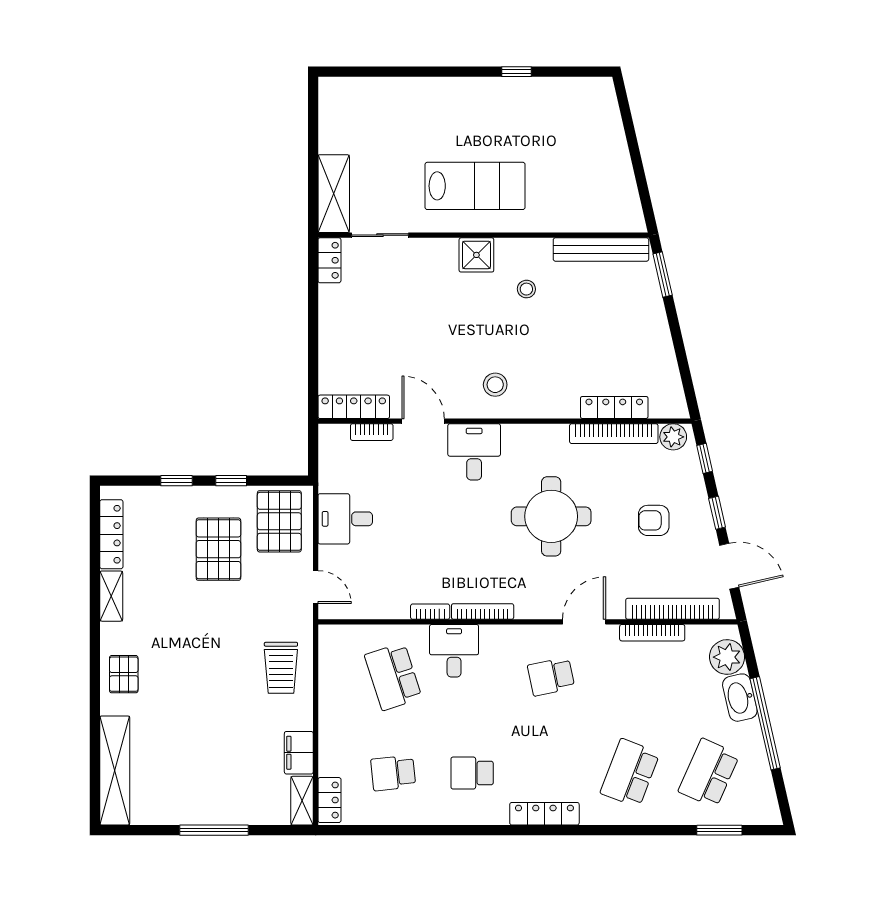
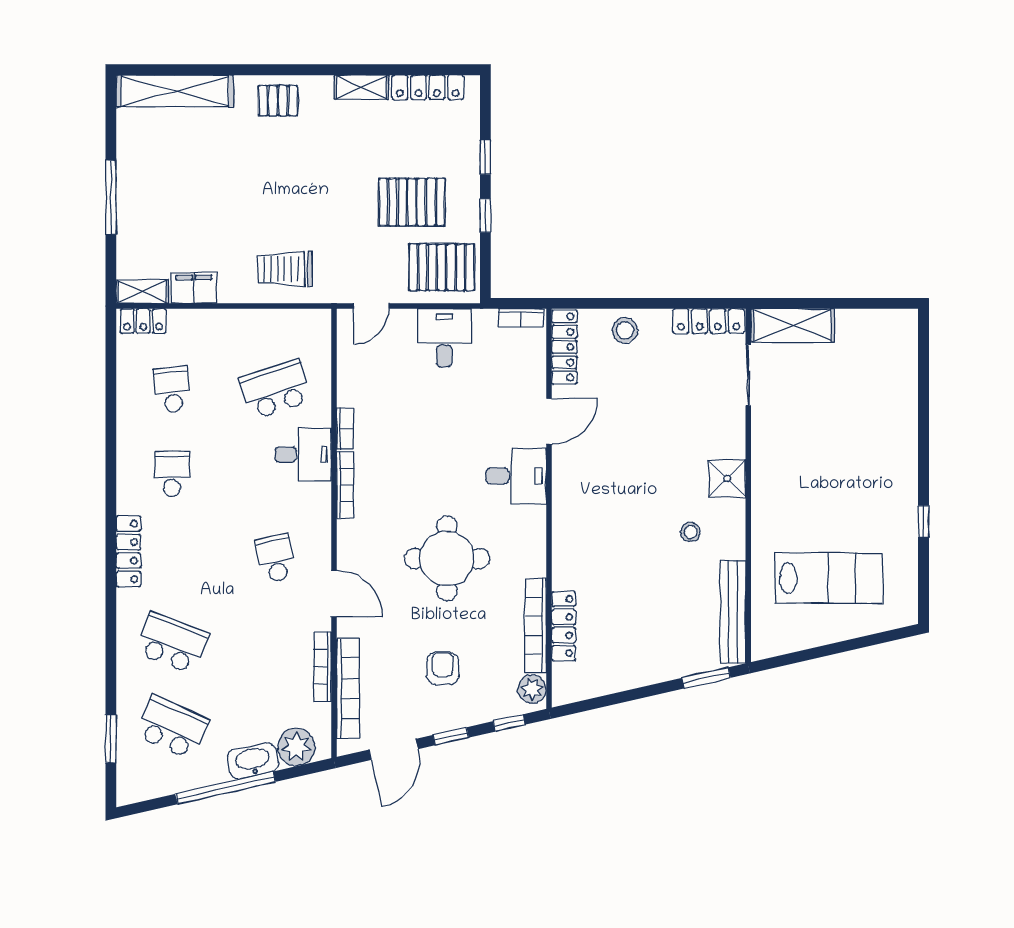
lab bench: (475, 186) -> (829, 578), moved, turned -90
locker: (329, 260) -> (709, 321), width x1.53
stool: (495, 385) -> (625, 330), moved
bookcase: (372, 432) -> (521, 318), moved, turned -90

